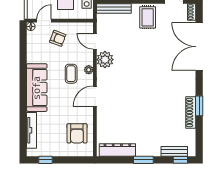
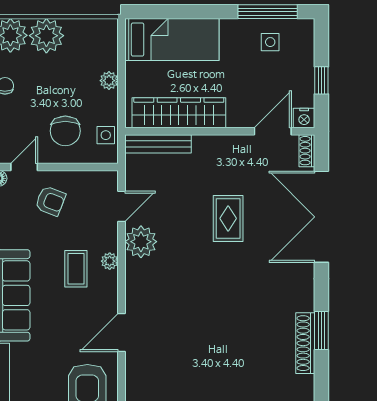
rug: (148, 17) -> (228, 218), moved
door: (95, 41) -> (122, 206), swing flipped
door: (95, 96) -> (122, 333), moved

